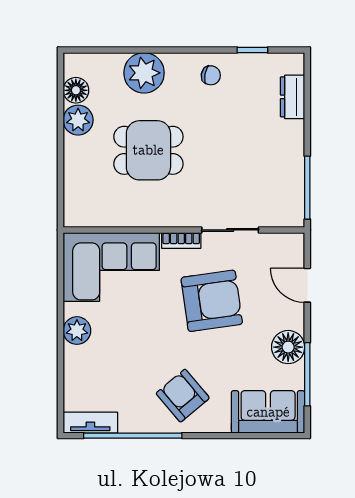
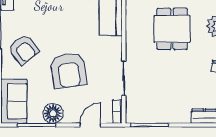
bookcase: (181, 240) -> (117, 112), moved
armchair: (212, 301) -> (69, 70), moved
armchair: (183, 396) -> (24, 50), turned 91

